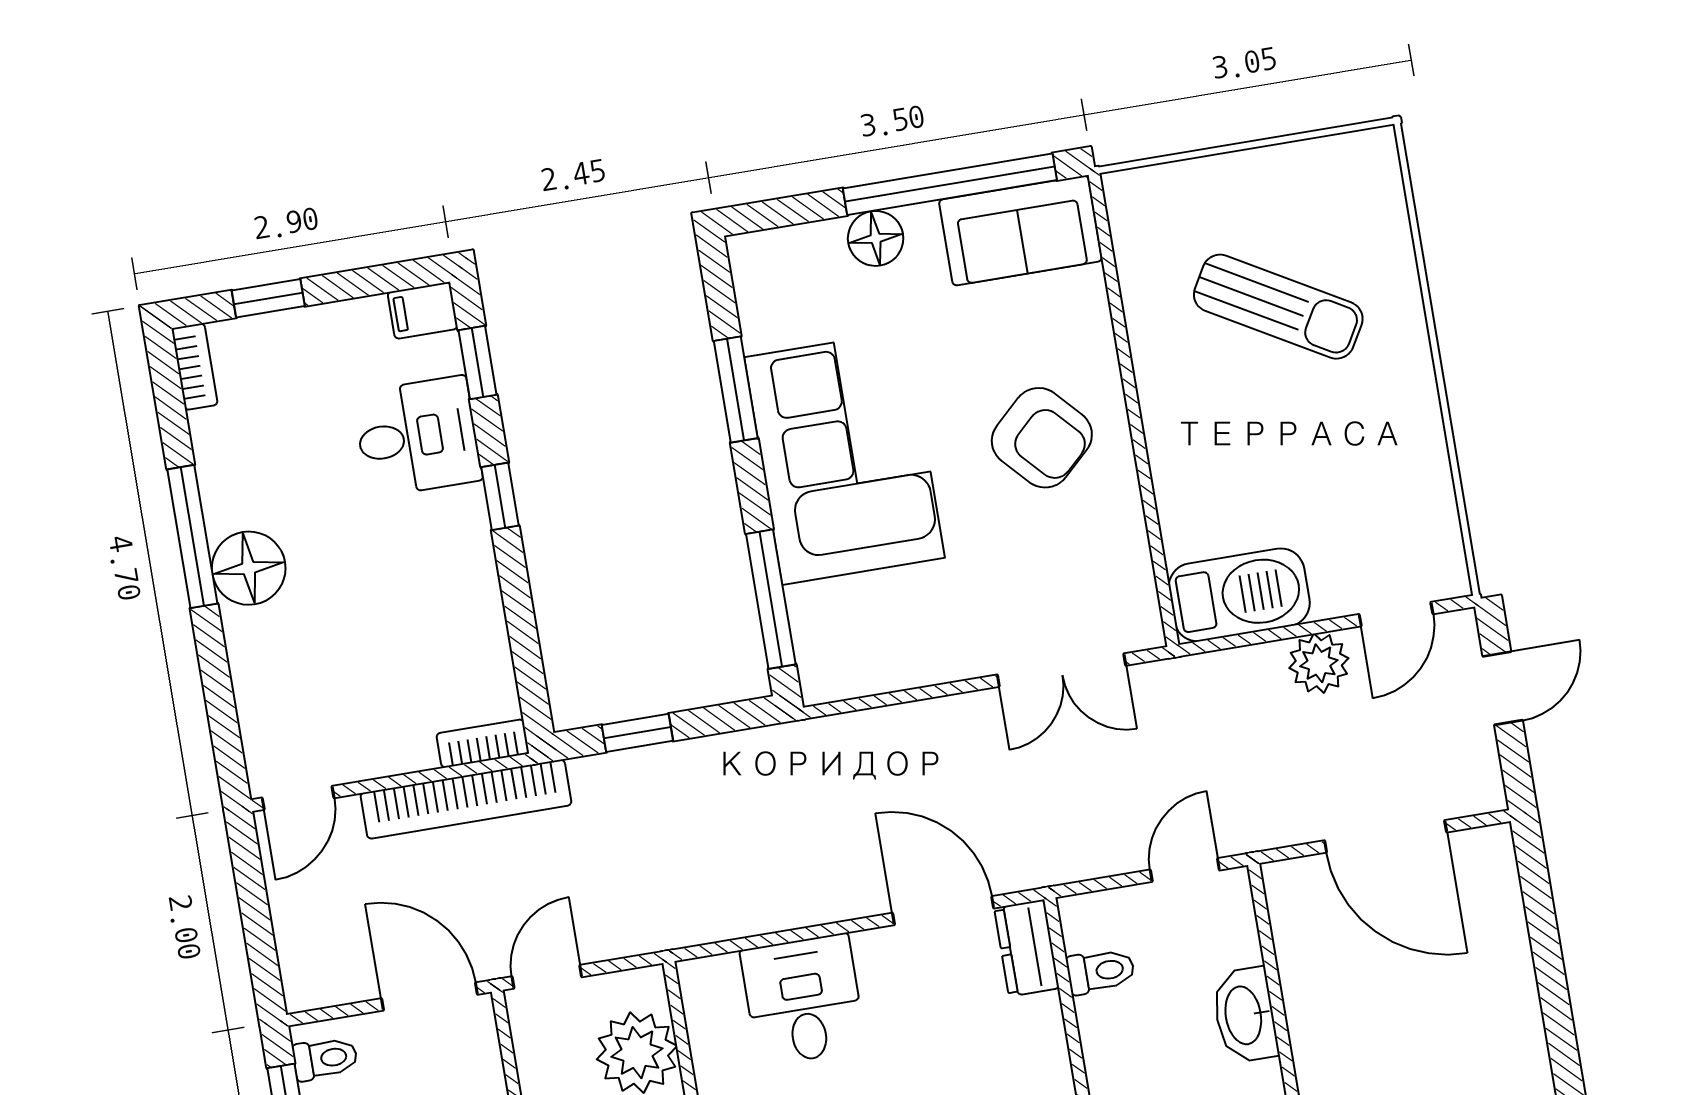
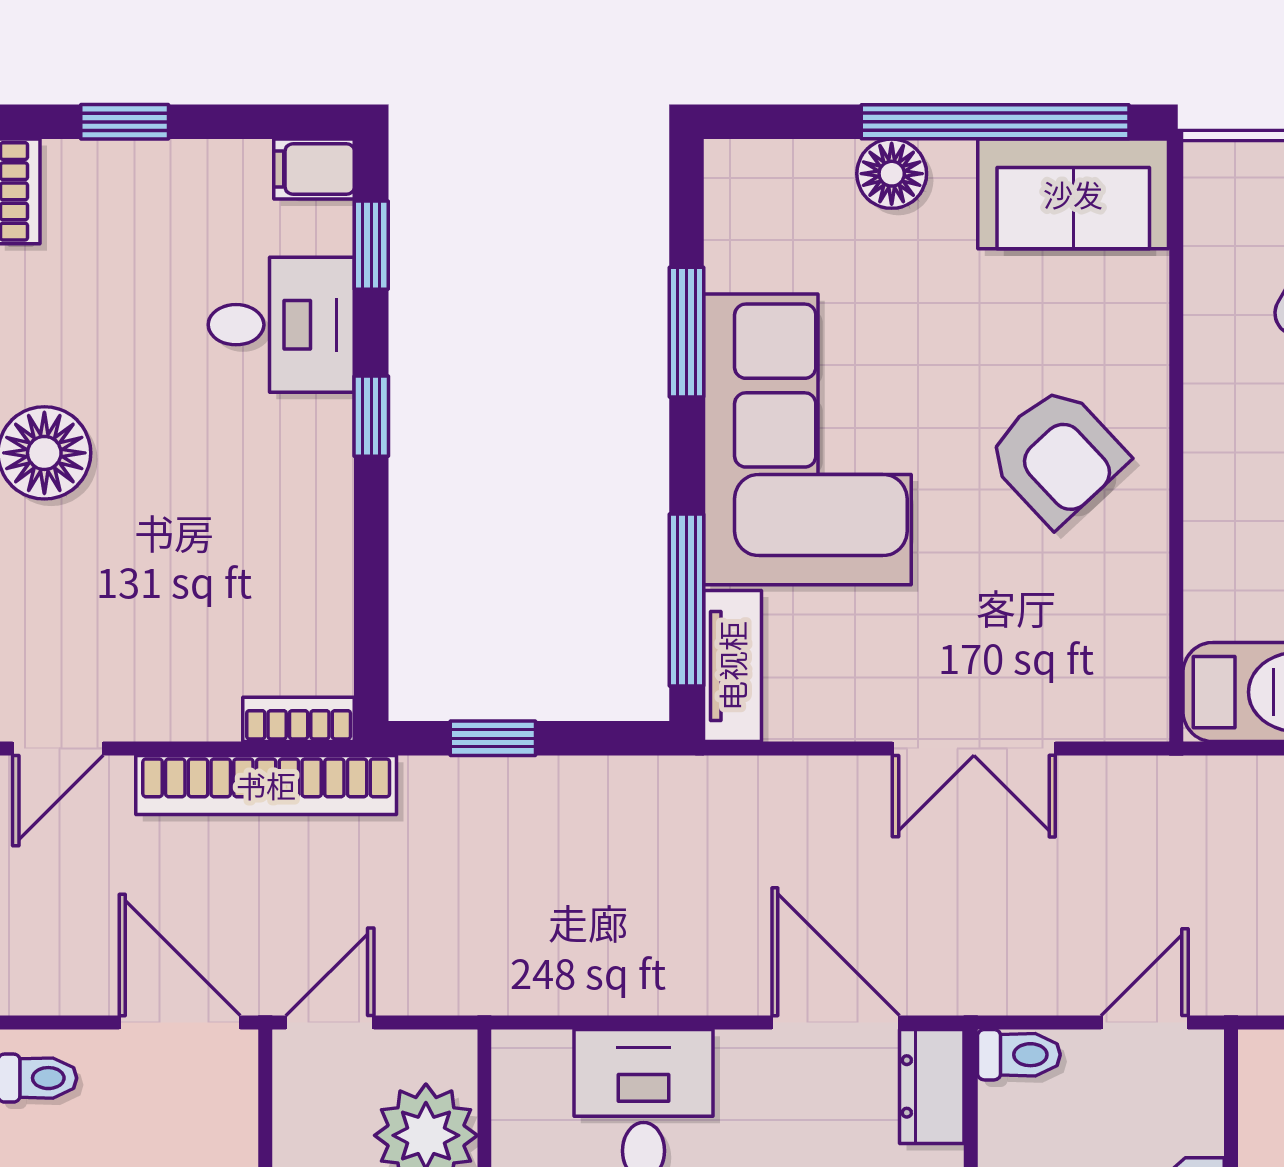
tv unit: (816, 645) -> (732, 666), added
double door: (1062, 670) -> (974, 749), moved
toilet: (1101, 971) -> (1019, 1055), moved

